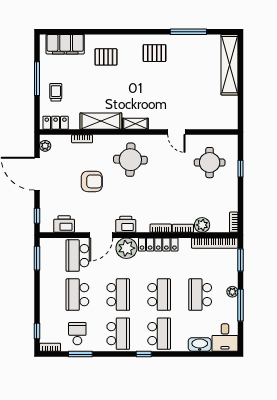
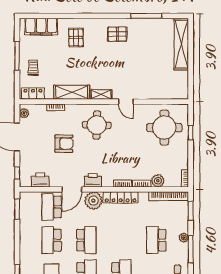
pallet: (106, 57) -> (76, 37), turned 90
door: (176, 132) -> (126, 102), moved
round table: (210, 163) -> (164, 128), width x1.36, depth x1.36
school desk: (159, 295) -> (121, 240), removed

